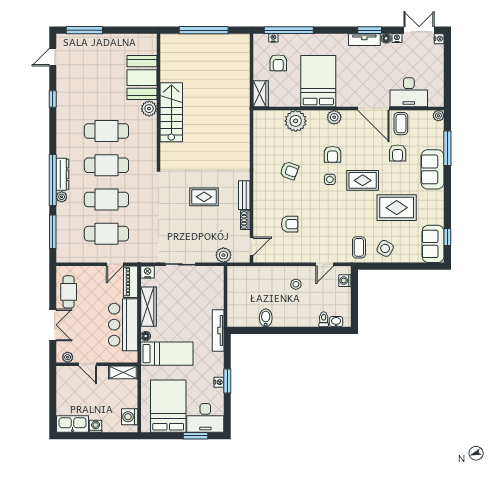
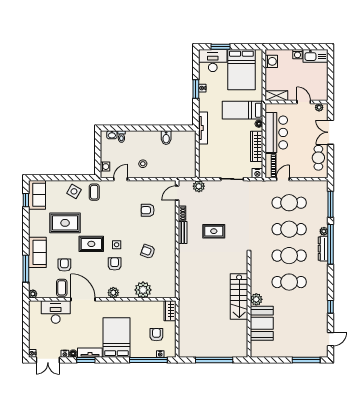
bed: (318, 81) -> (116, 337), moved, turned 180

